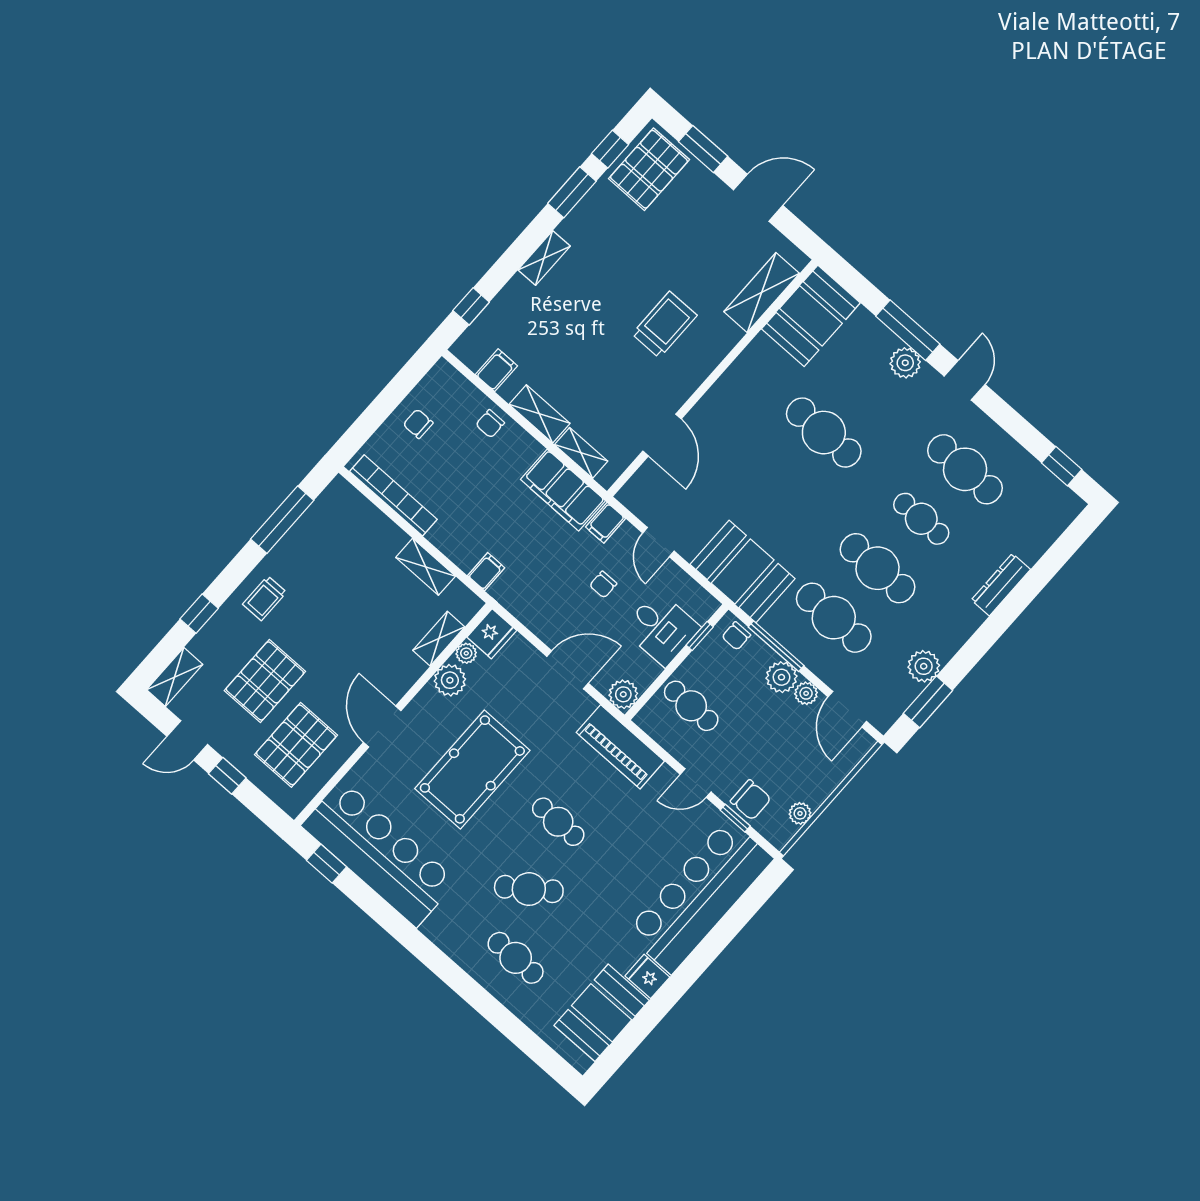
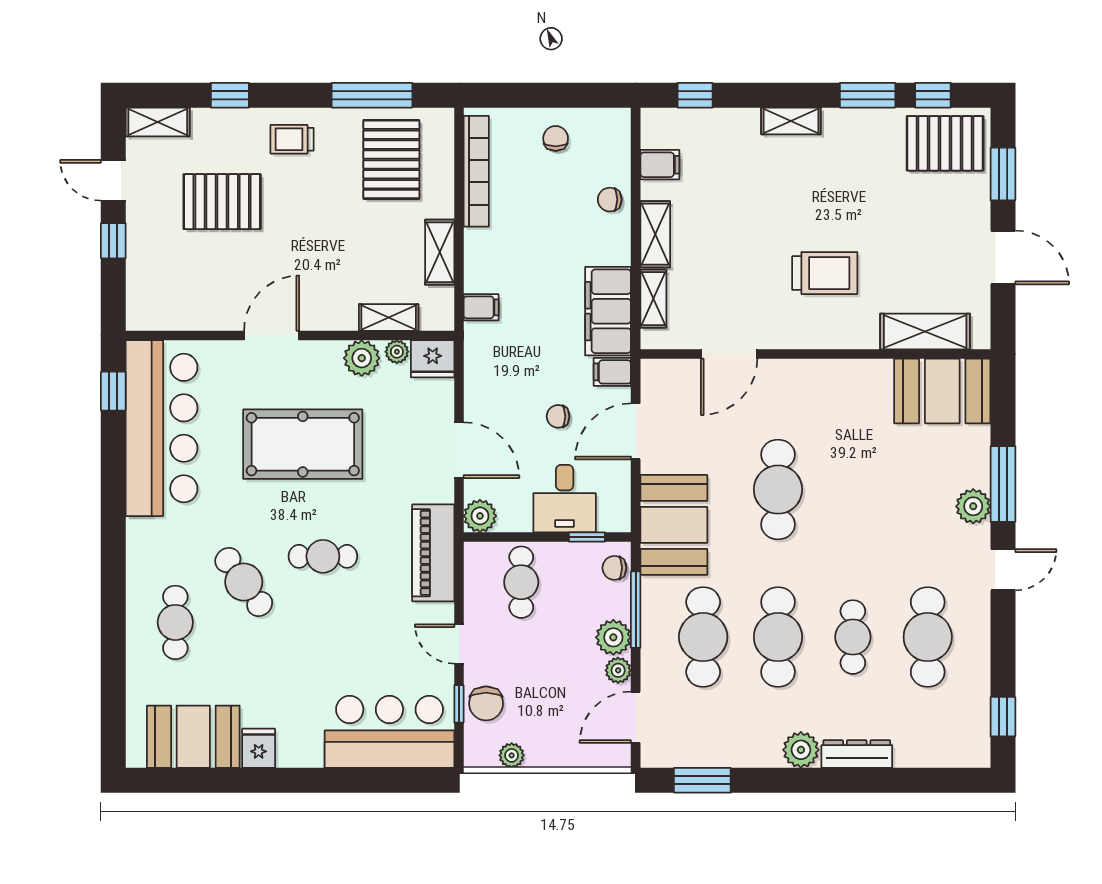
cafe table: (824, 433) -> (778, 490), moved
door: (658, 542) -> (636, 431), width x1.38
plant: (924, 666) -> (801, 750), moved
pallet: (296, 745) -> (391, 159), moved, turned 90
cafe table: (558, 822) -> (323, 556), turned 90
bar counter: (699, 896) -> (389, 732), width x0.73

